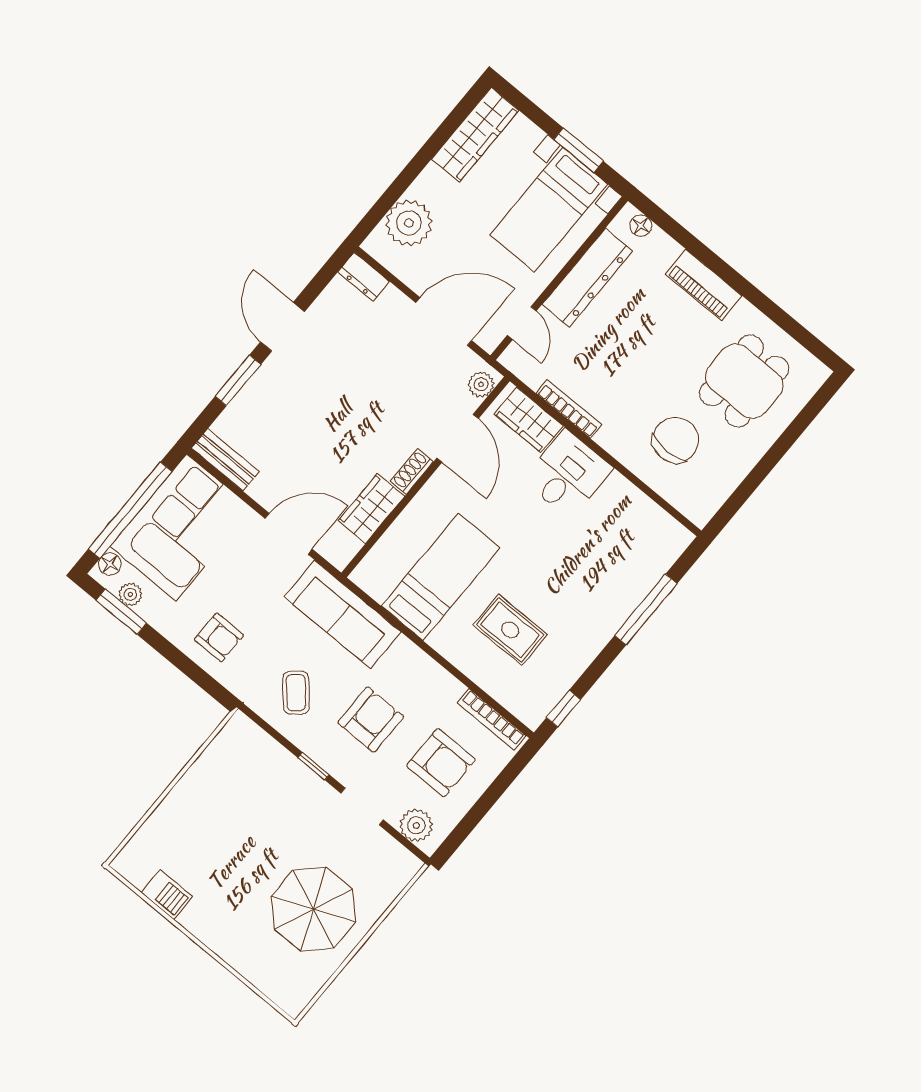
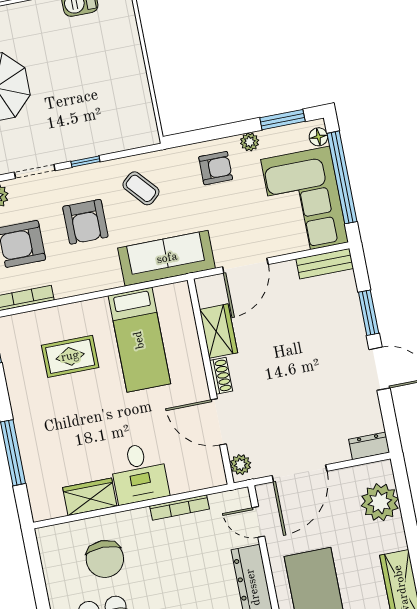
wardrobe: (529, 420) -> (90, 497), moved
plant: (130, 594) -> (250, 142), moved
armchair: (219, 637) -> (216, 168), turned 180

